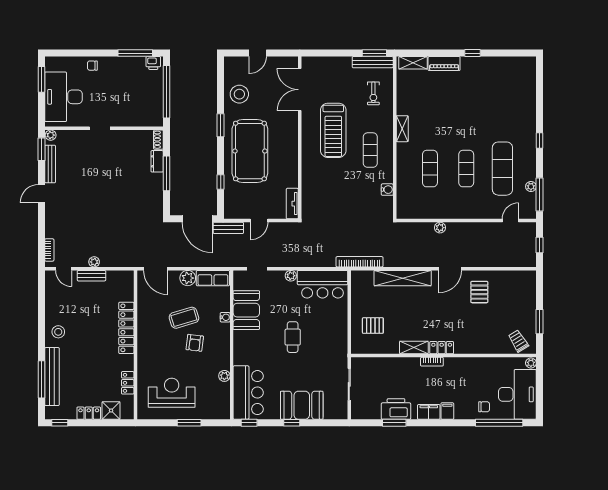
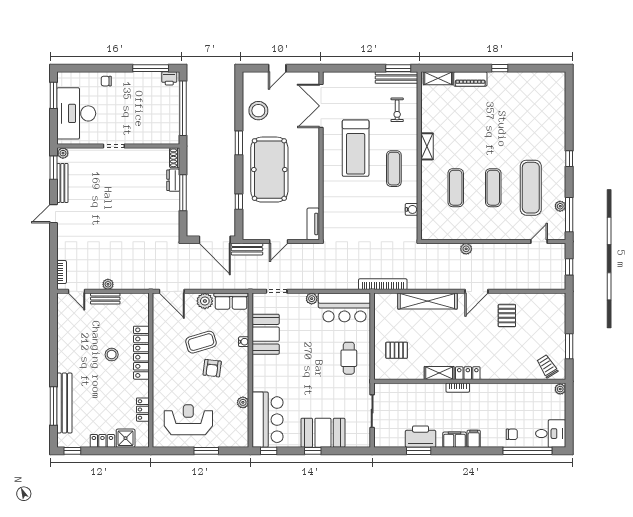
stool: (58, 332) -> (112, 355), moved
cafe table: (293, 337) -> (349, 358), moved
desk: (517, 394) -> (551, 434), width x0.53, depth x0.77

